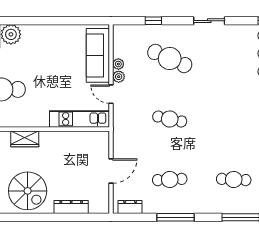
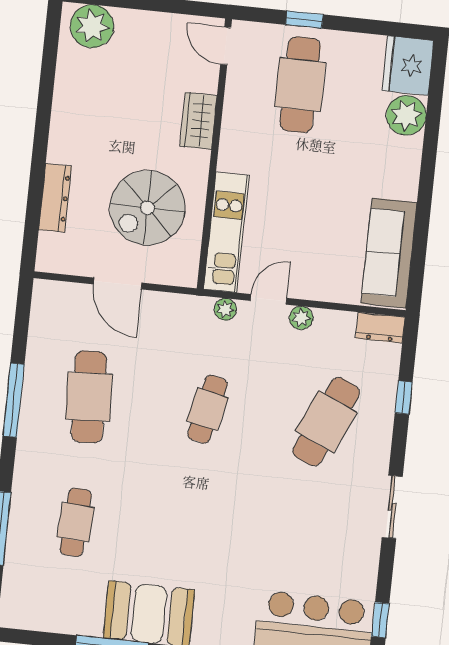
sofa: (98, 55) -> (389, 253), moved, turned -90
plant: (118, 64) -> (225, 309), moved
cafe table: (170, 179) -> (89, 397), width x1.37, depth x1.35
spiral stairs: (28, 191) -> (147, 208), moved
dresser: (130, 207) -> (380, 328), moved, turned 90

